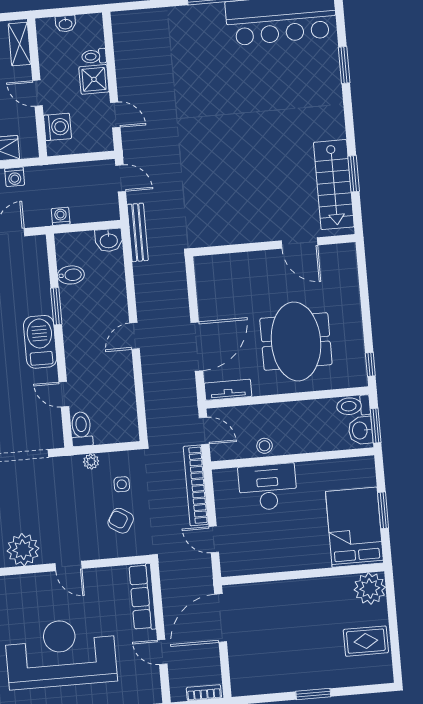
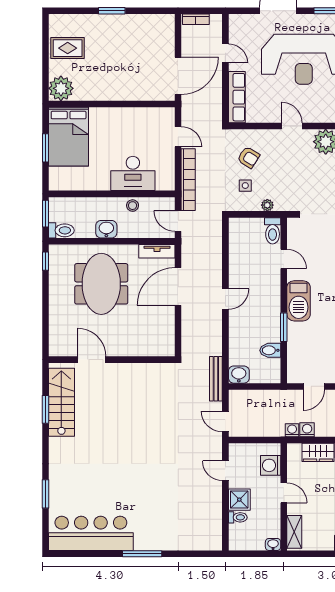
washbasin: (65, 24) -> (273, 544), moved
washing machine: (61, 216) -> (292, 430), moved, turned 180
washbasin: (361, 430) -> (106, 229), moved, turned -90

